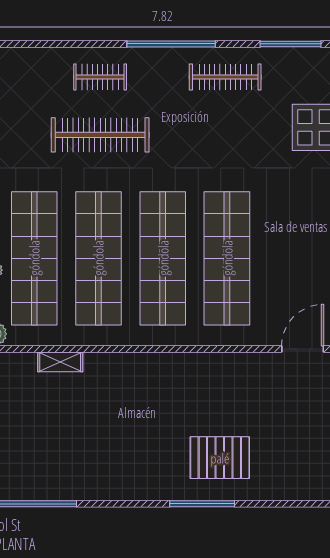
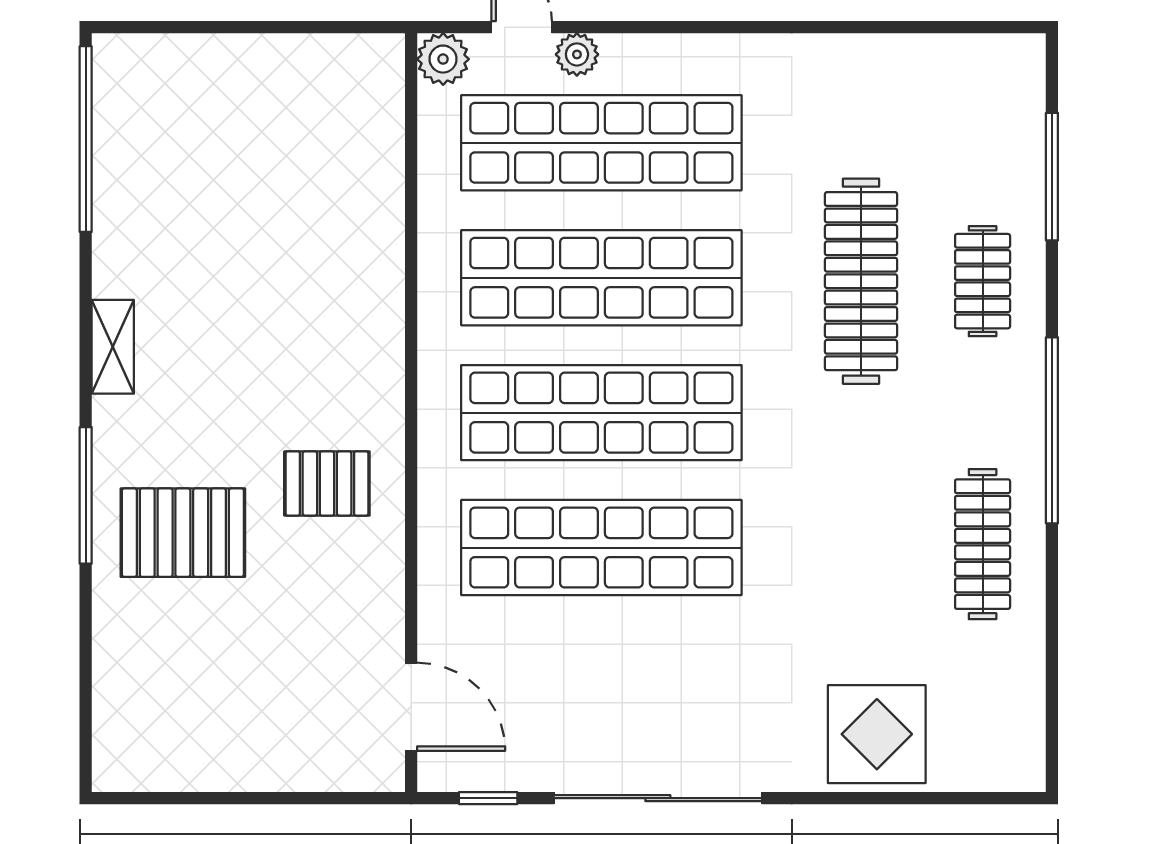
window: (291, 44) -> (1052, 177), moved
shelving: (60, 362) -> (113, 347), moved
pallet: (196, 389) -> (327, 483), added
pallet: (220, 458) -> (183, 533), turned 90

